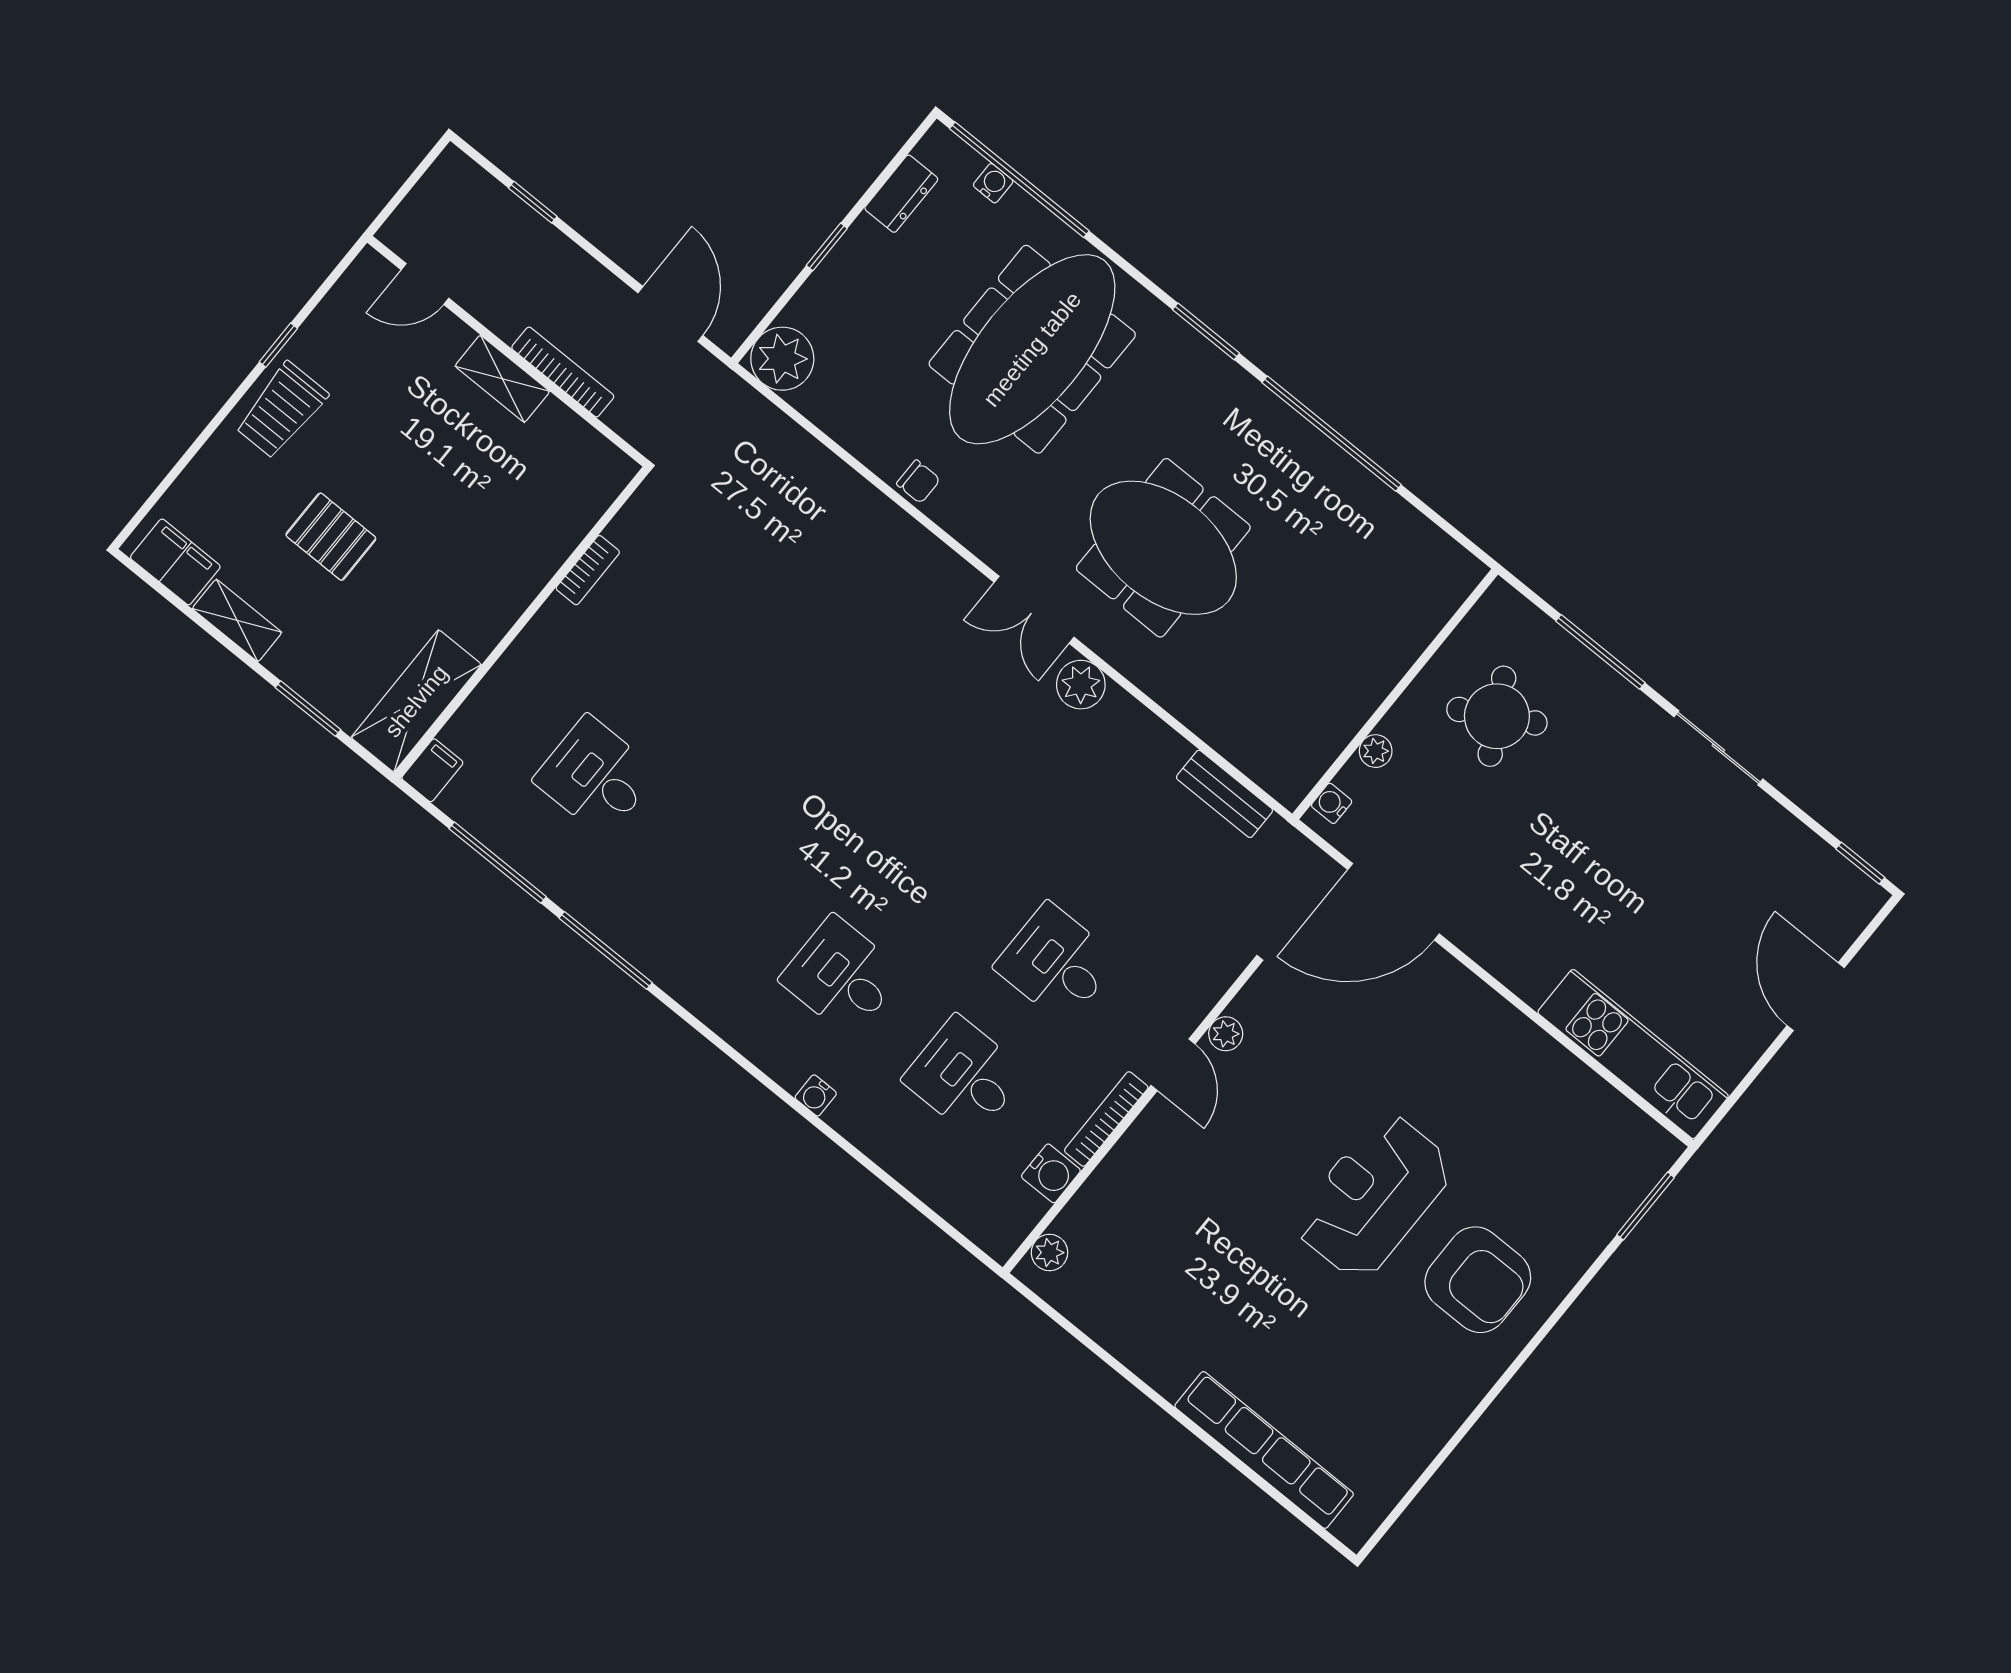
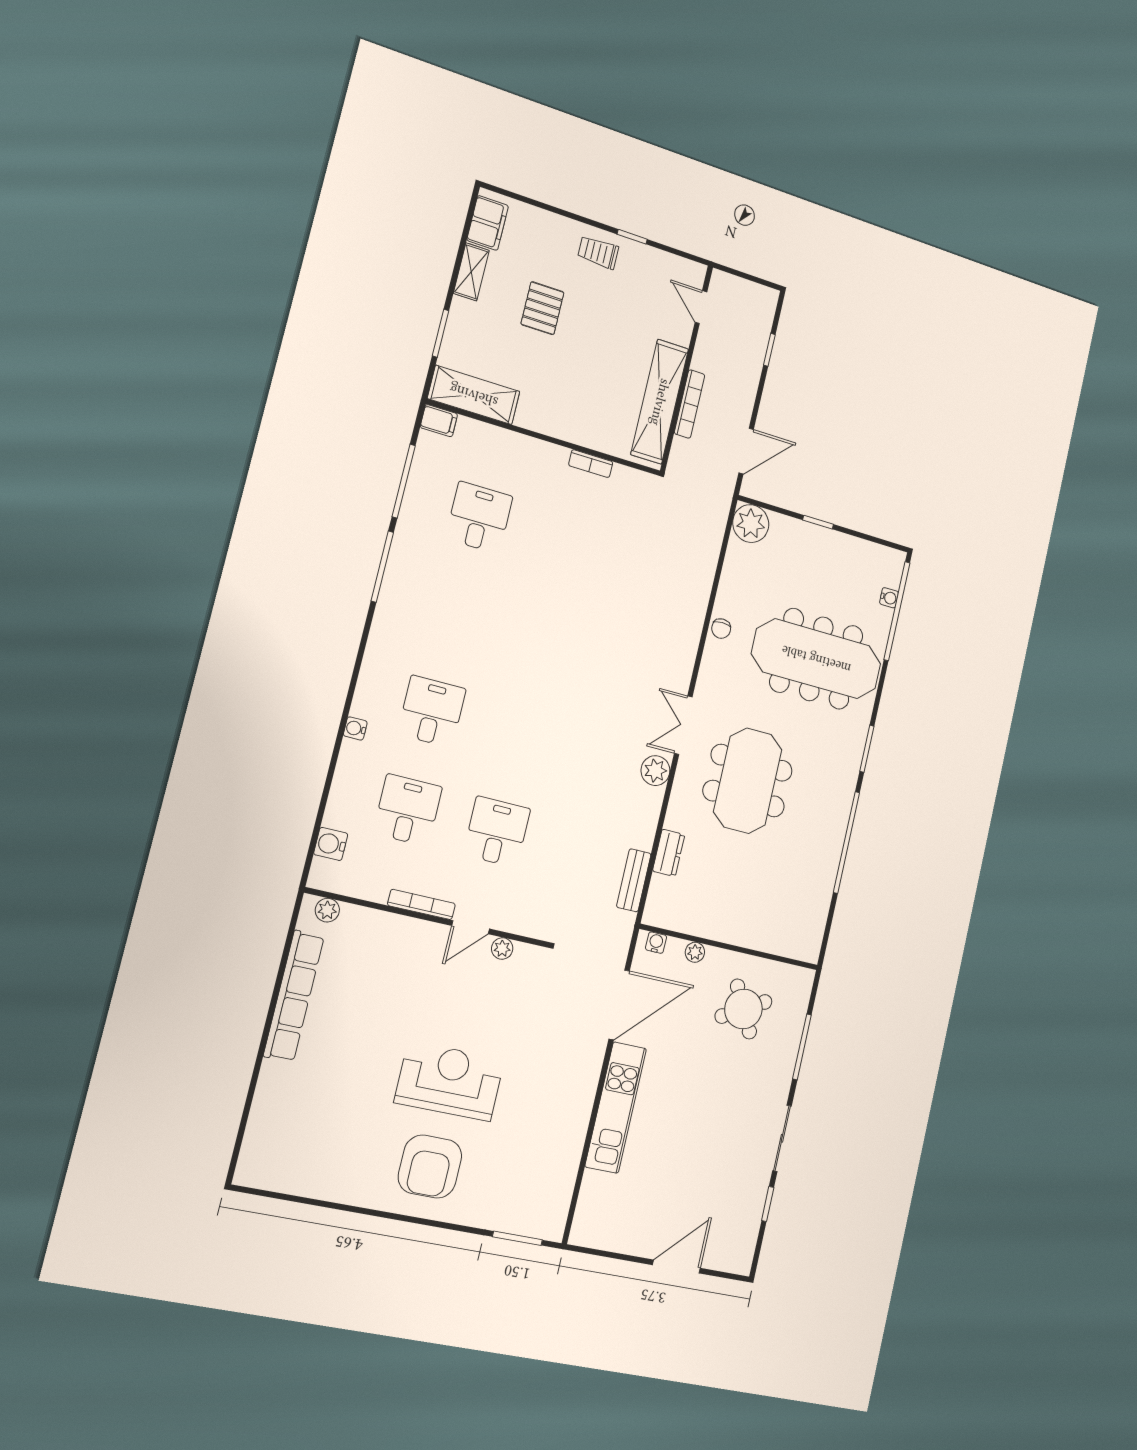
dresser: (901, 194) -> (669, 853), moved, turned -90
shelving: (502, 379) -> (660, 402), width x2.20, depth x1.33
trolley: (281, 410) -> (598, 252), width x0.73, depth x0.72
window: (1860, 863) -> (768, 1204), moved
door: (1393, 902) -> (619, 1005), swing flipped
kitchen unit: (1633, 1054) -> (616, 1107), moved
water cooler: (1051, 1173) -> (331, 844), moved, turned 90
row of seats: (1264, 1450) -> (294, 996), moved

